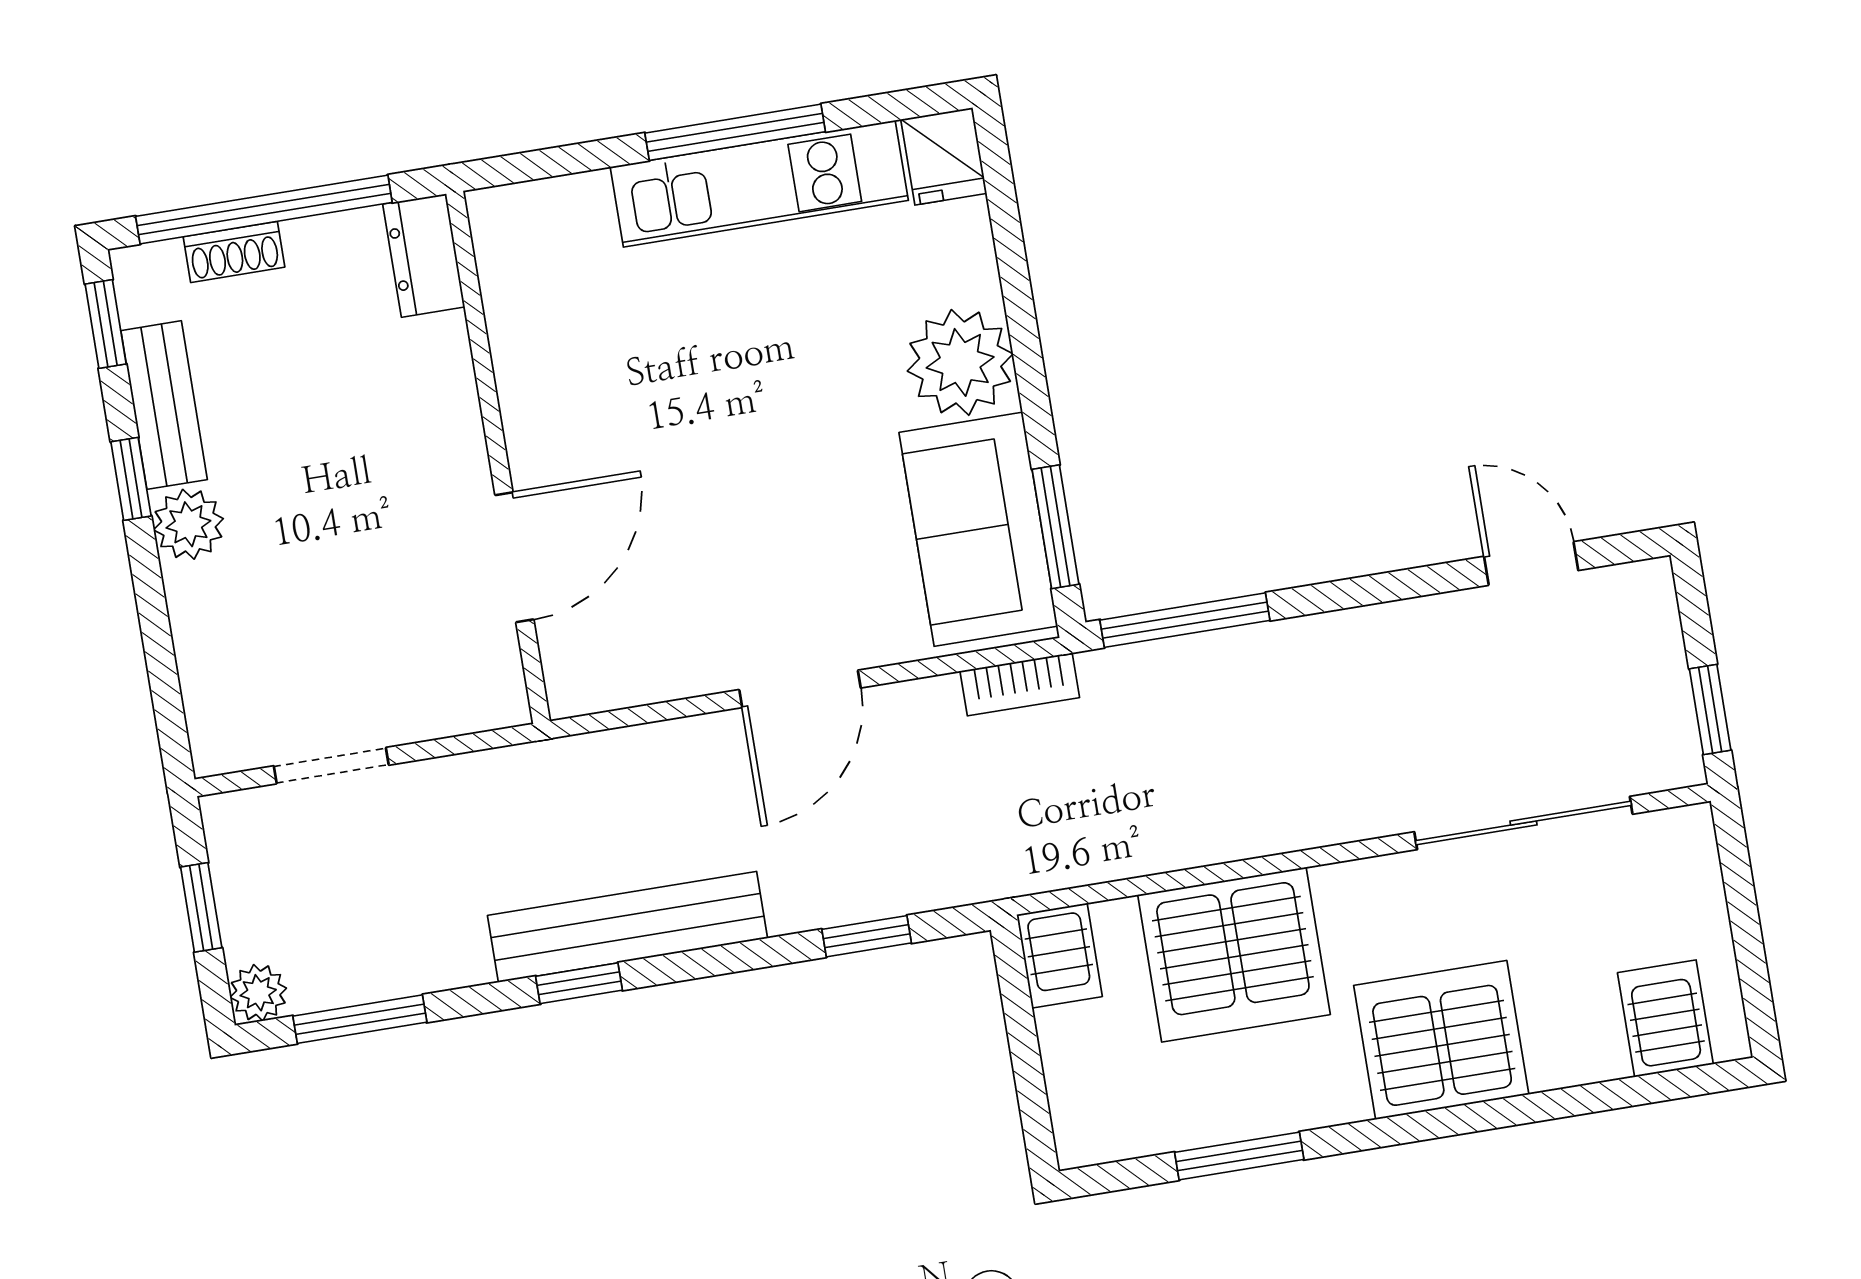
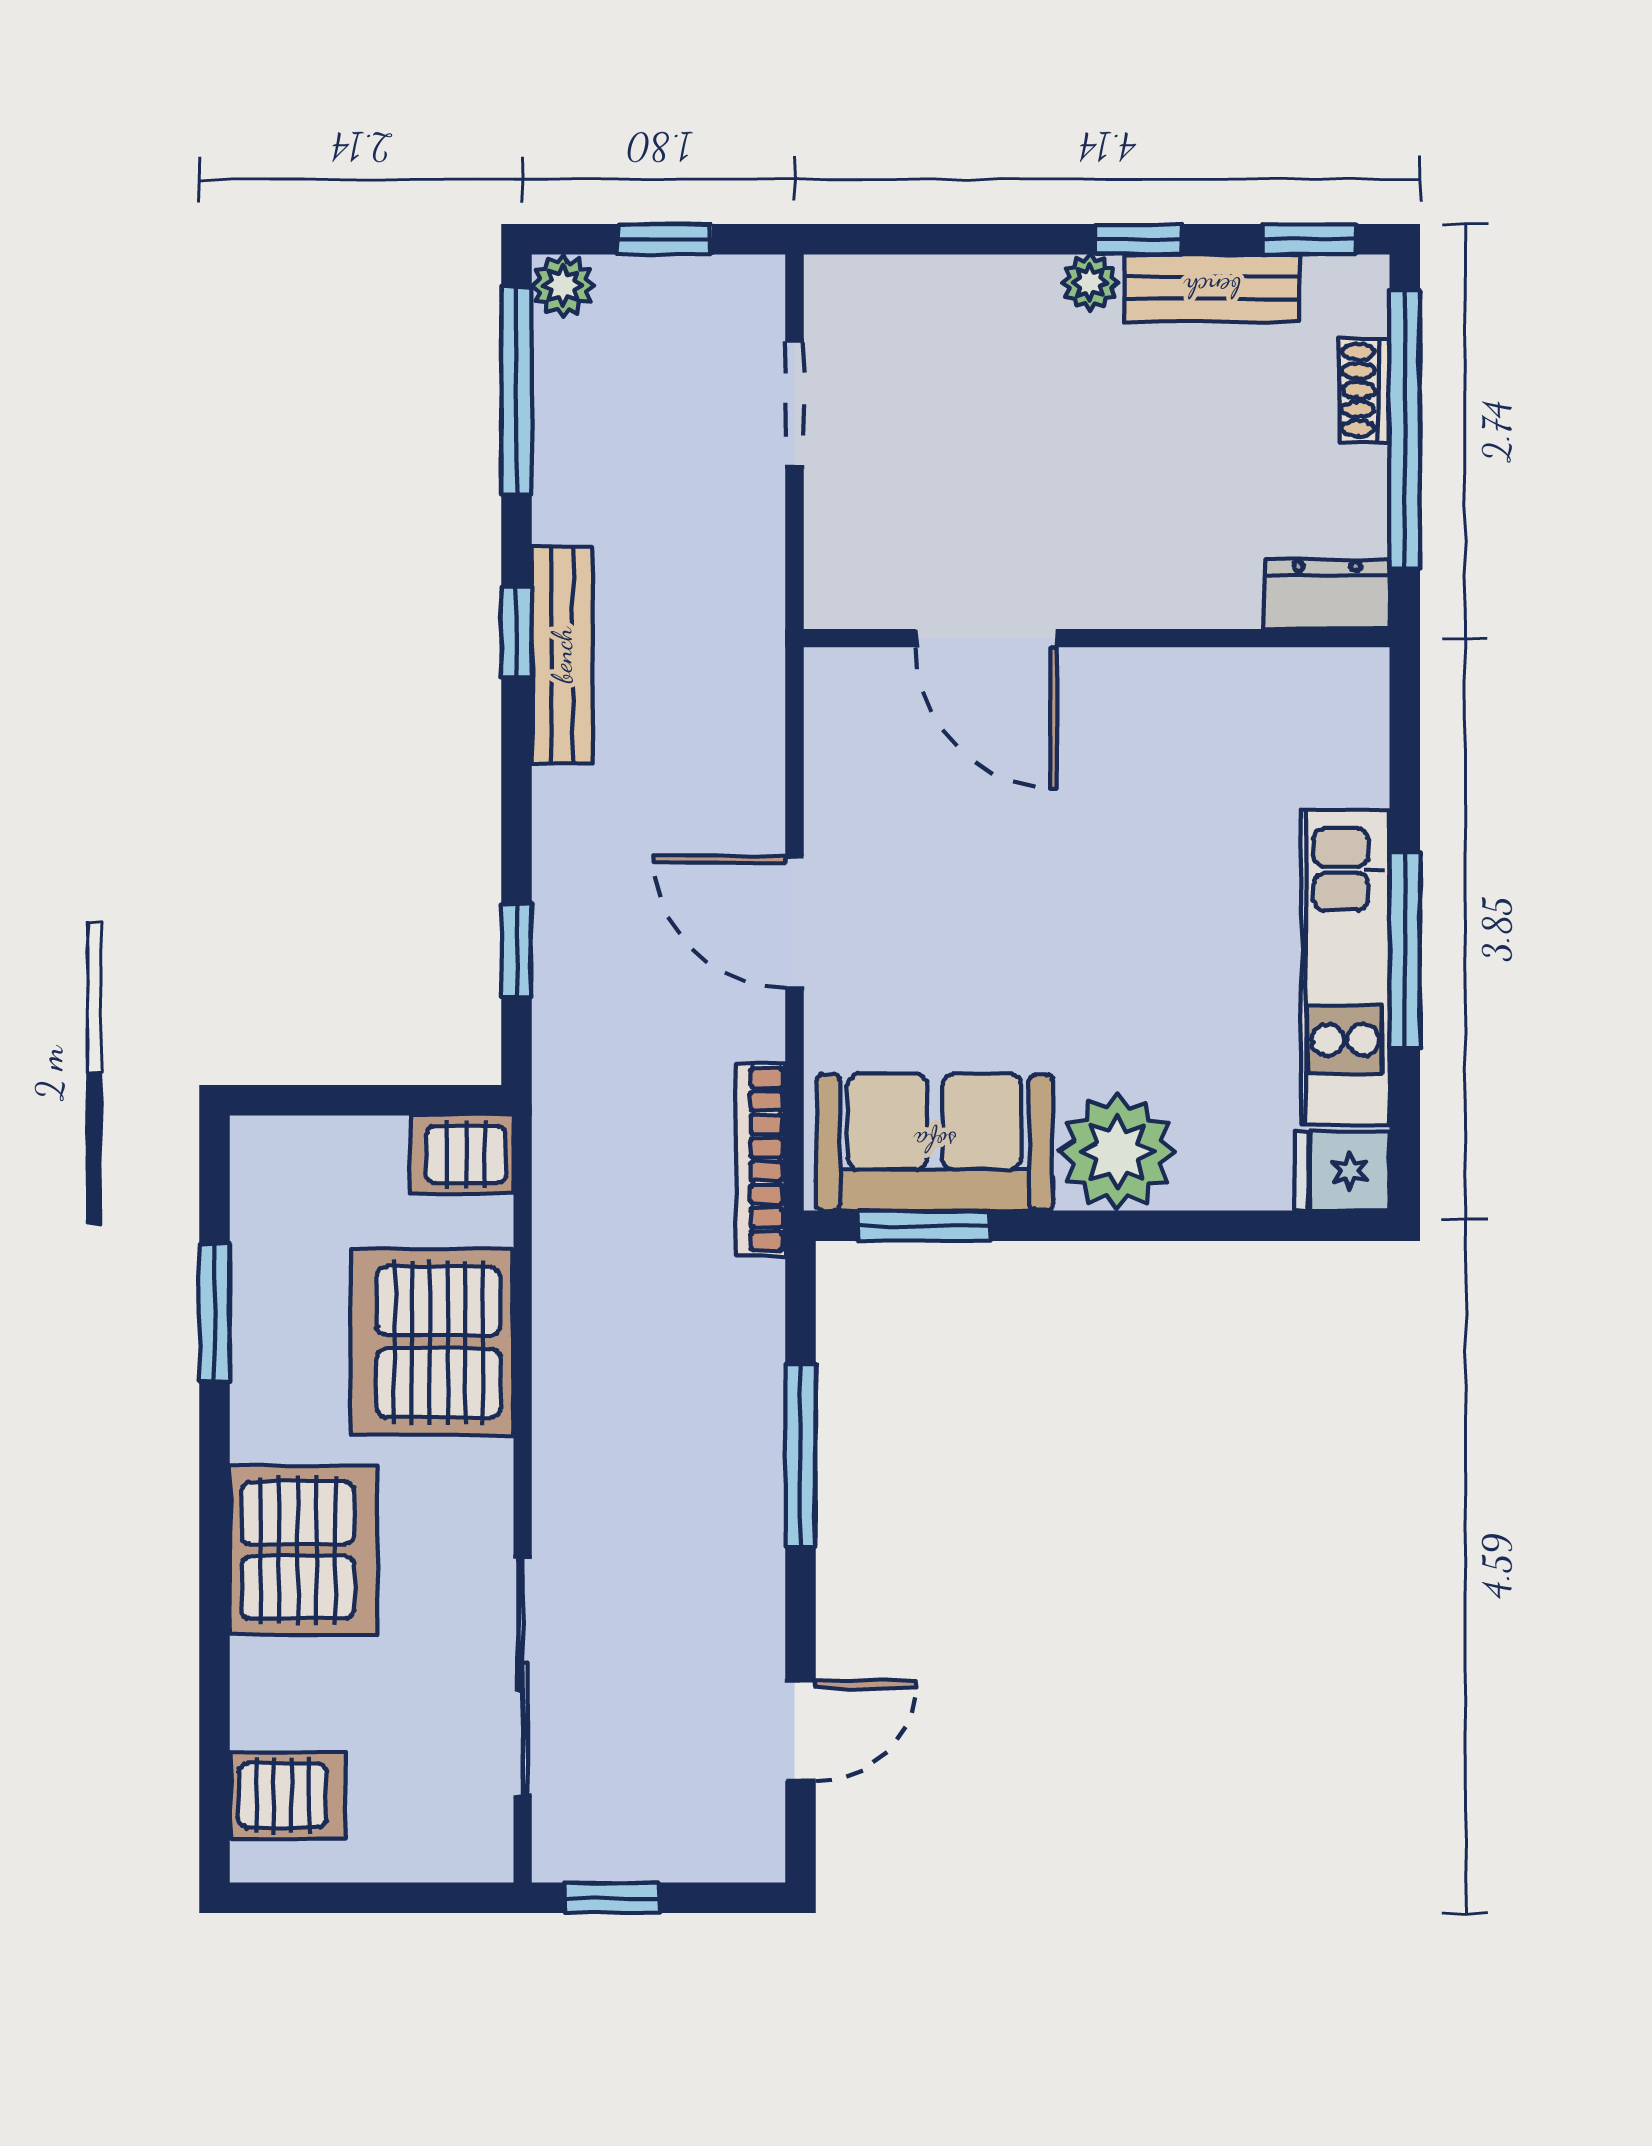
plant: (188, 524) -> (1090, 283), width x0.73, depth x0.73
window: (1185, 620) -> (801, 1455), moved
bookcase: (1020, 684) -> (761, 1159), width x1.56
bench: (628, 927) -> (562, 655), width x0.73, depth x0.82
window: (360, 1019) -> (517, 390), width x1.44

